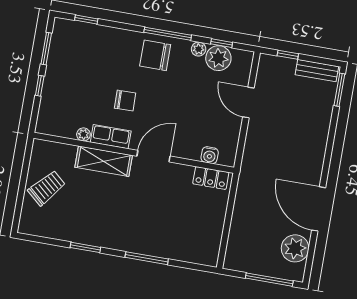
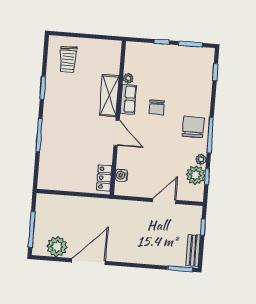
trolley: (47, 188) -> (68, 59), moved, turned 49

